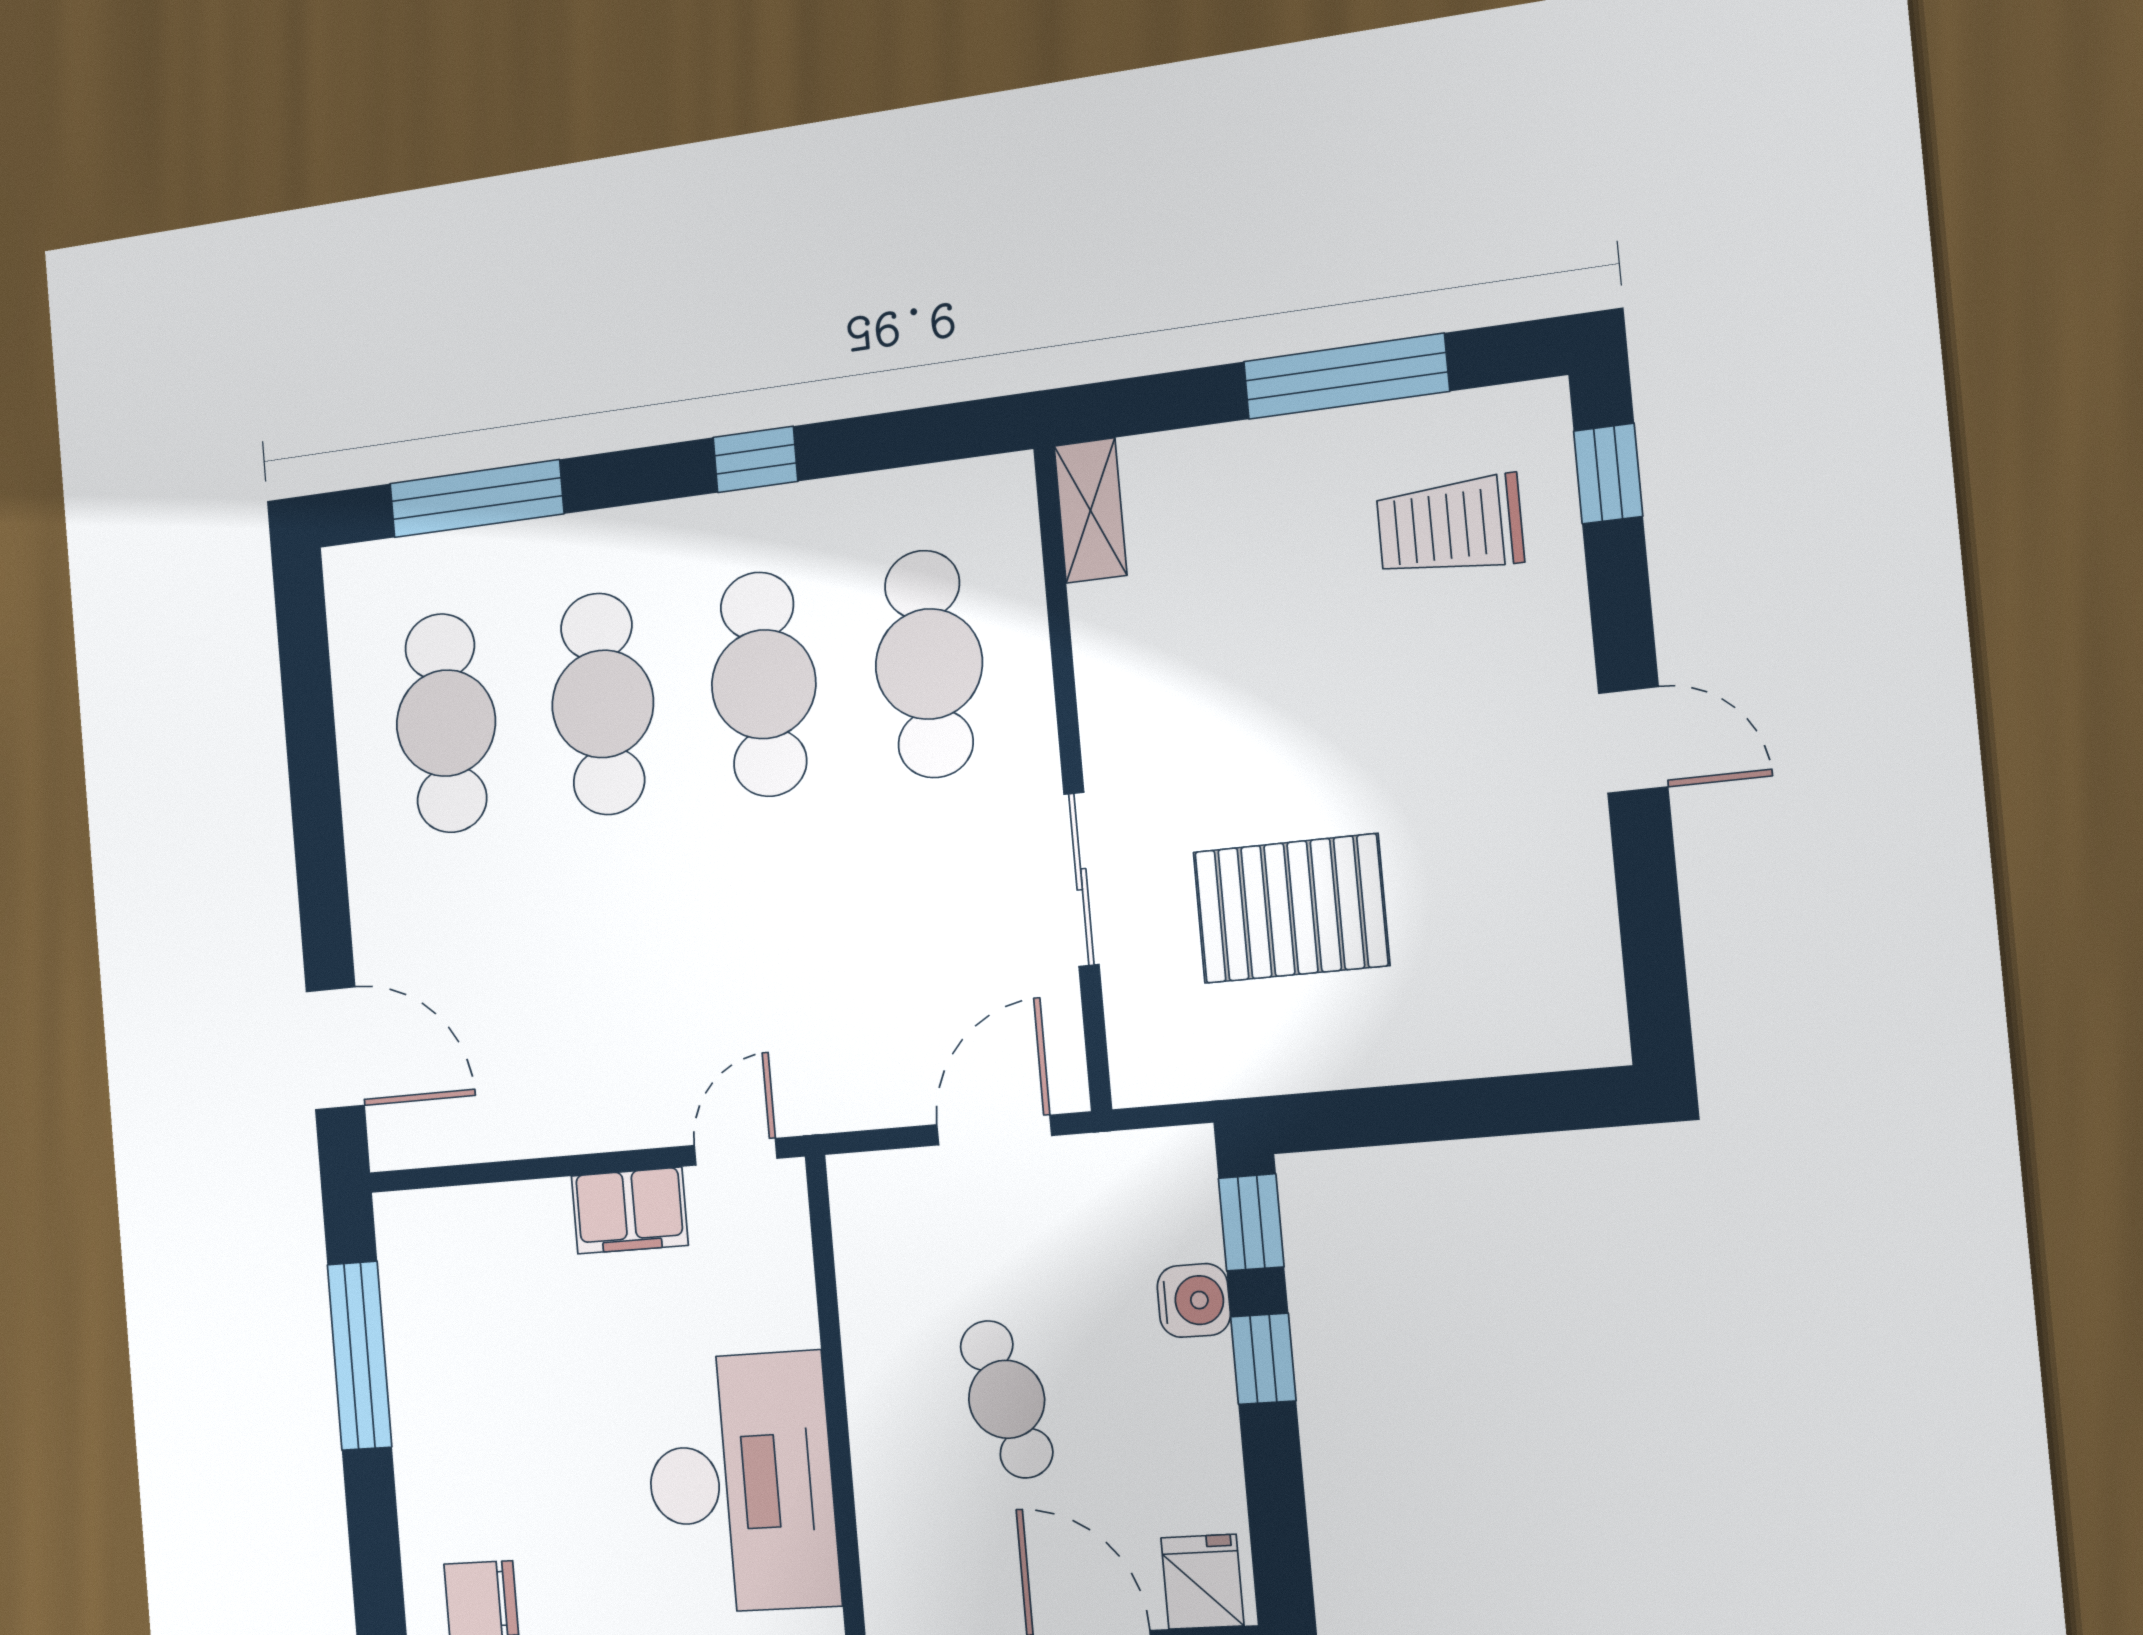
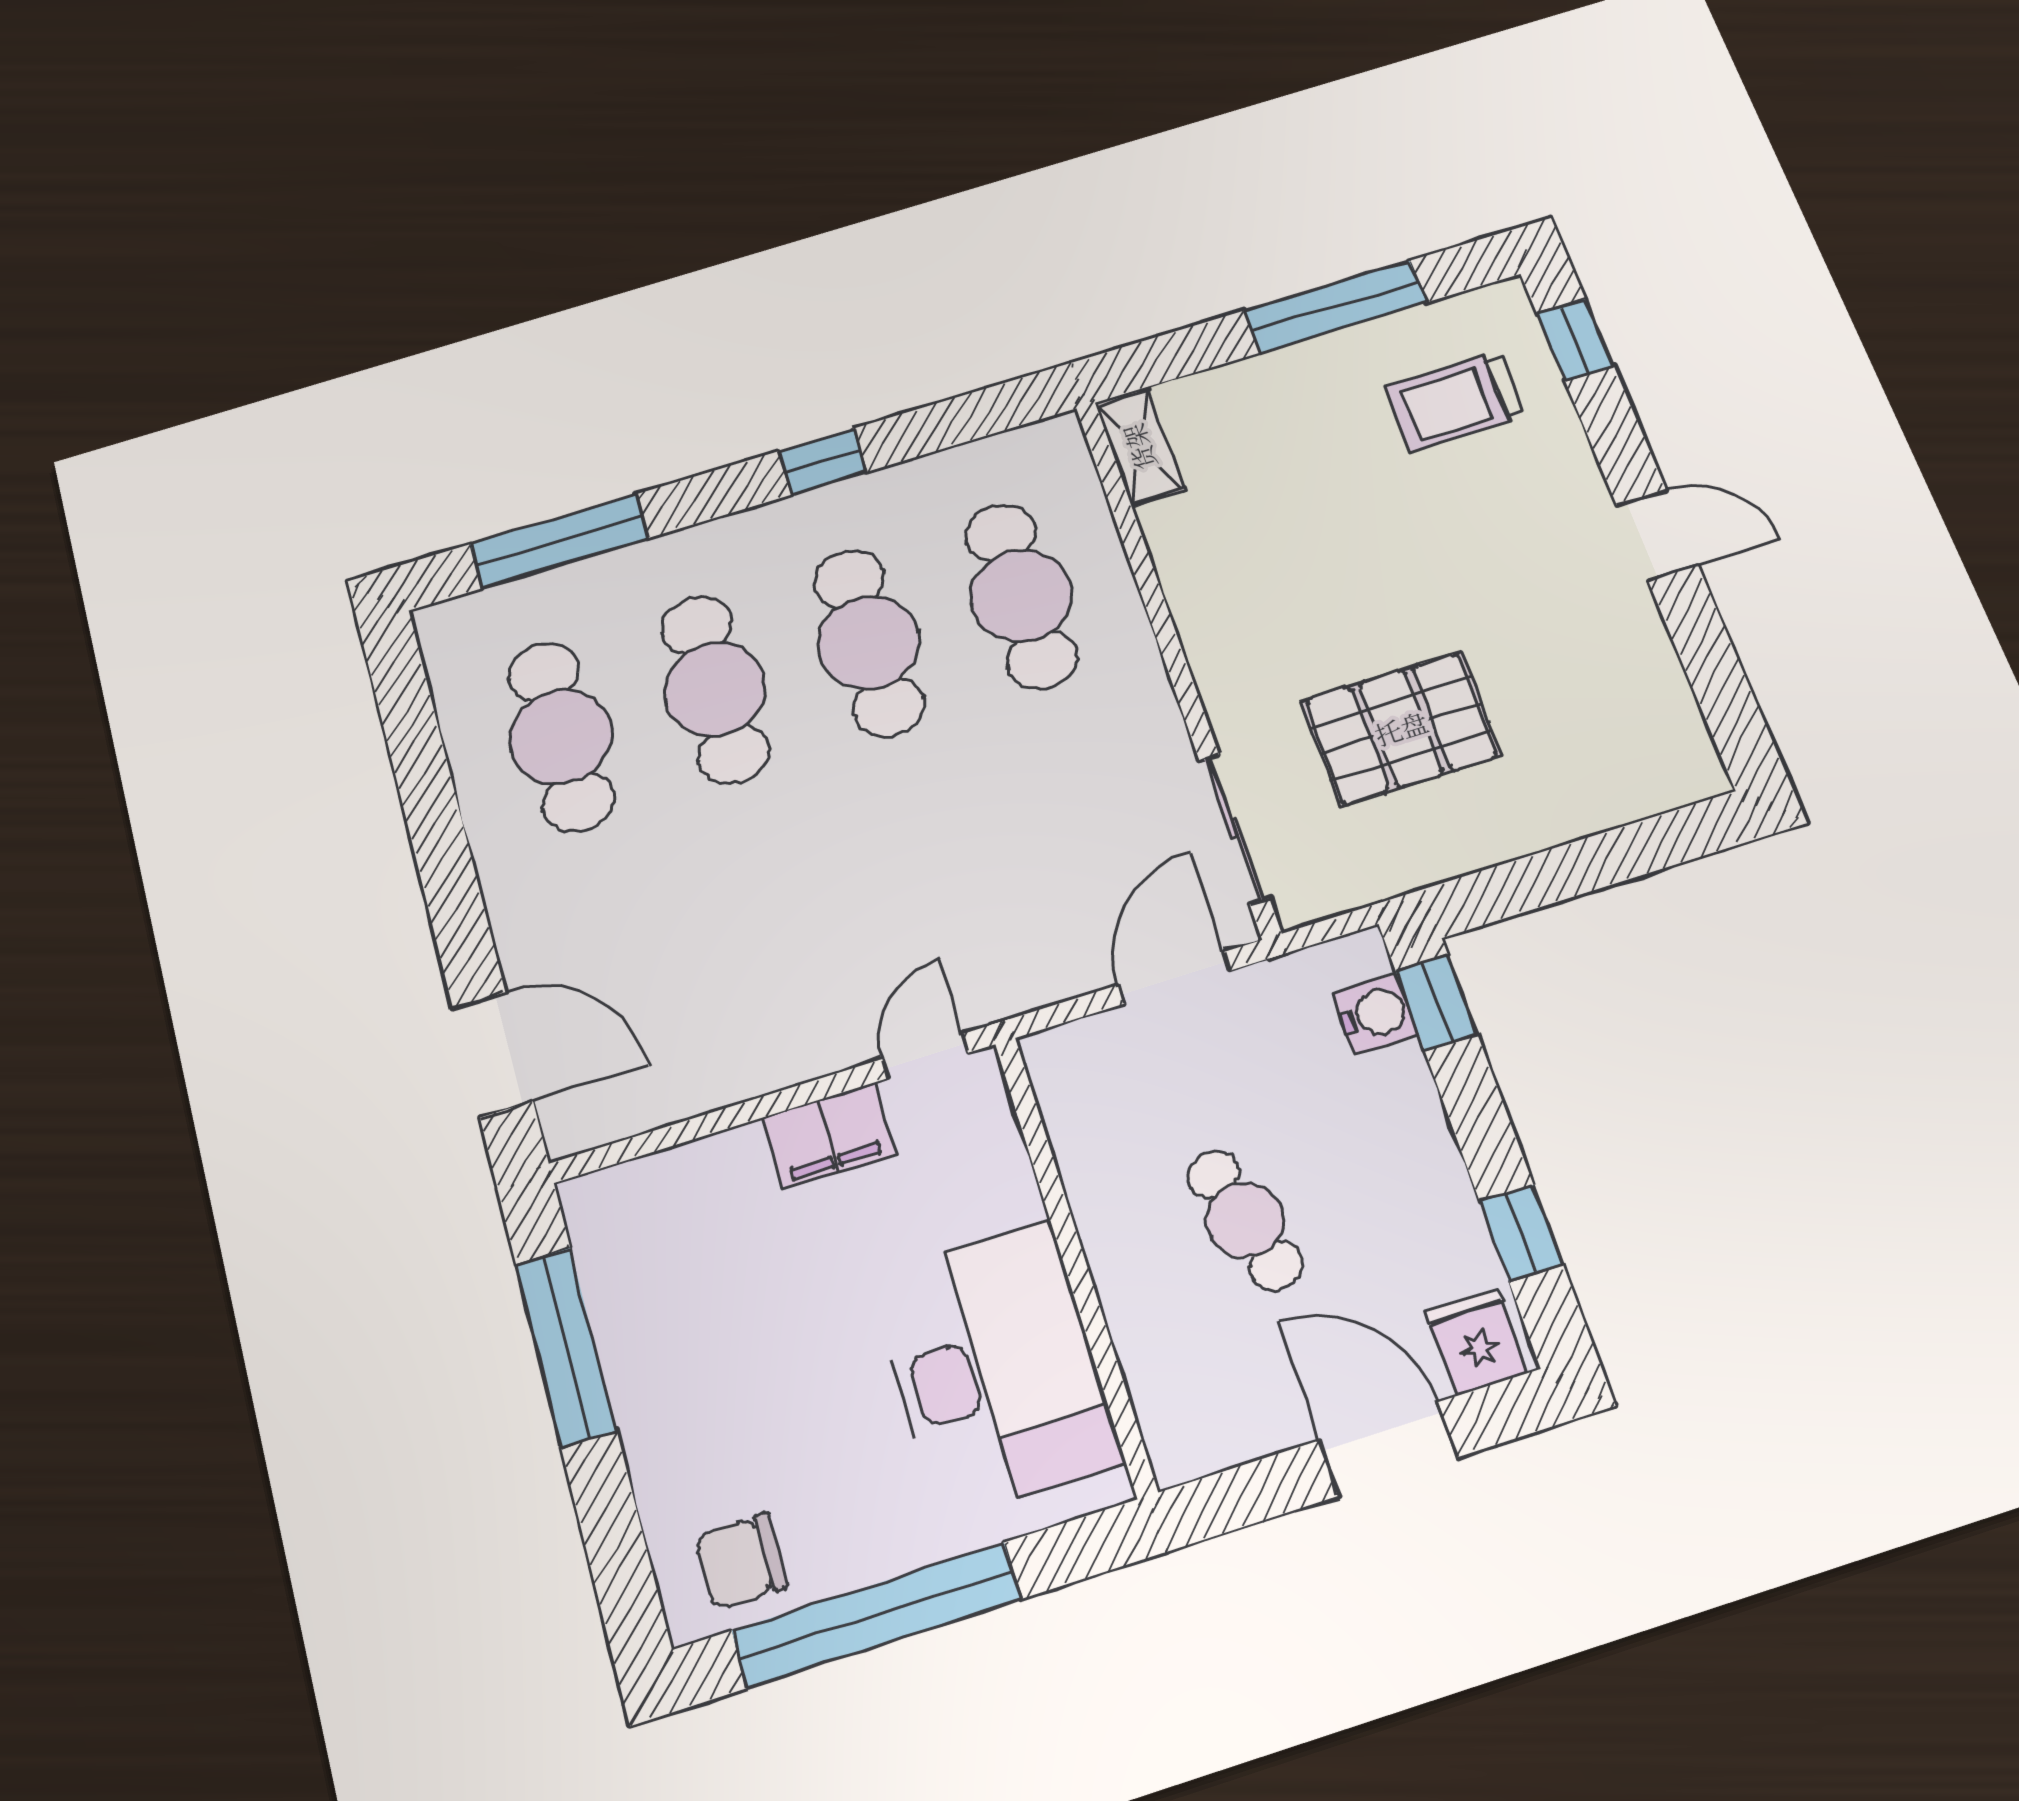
sliding door: (1081, 879) -> (1234, 829), moved
water cooler: (1194, 1300) -> (1375, 1013), moved
window: (1263, 1359) -> (1521, 1233), moved

